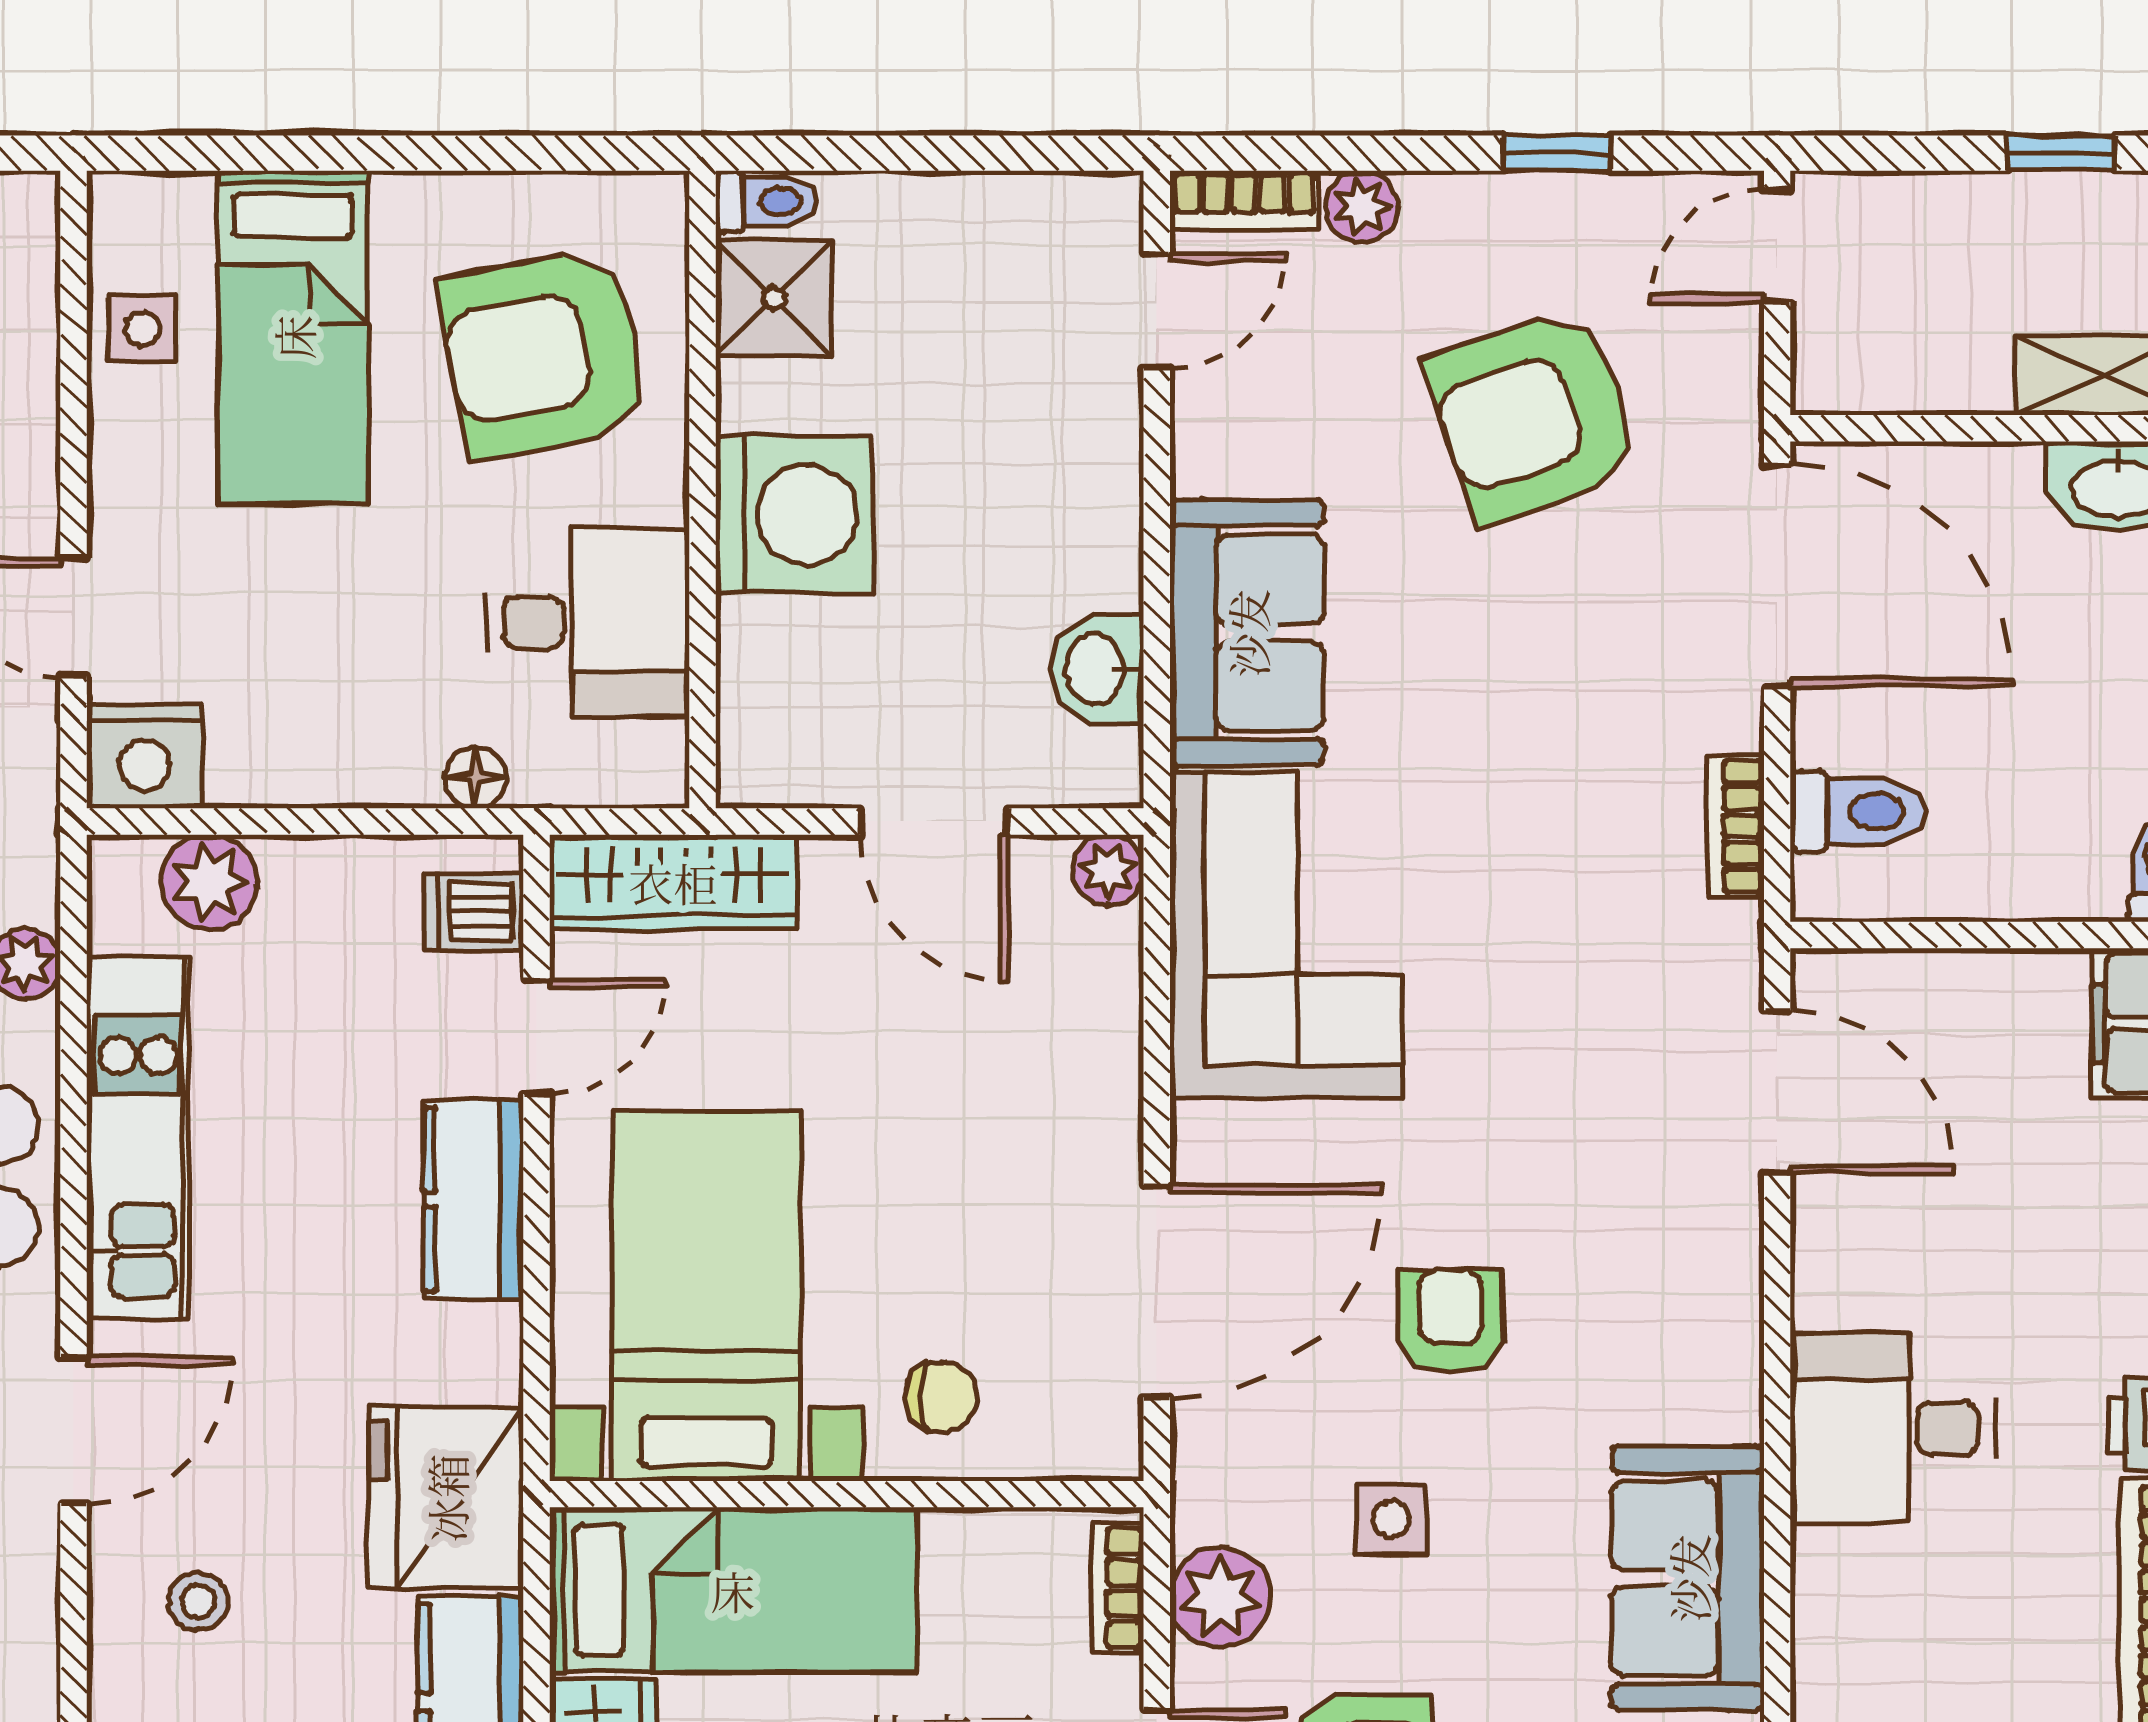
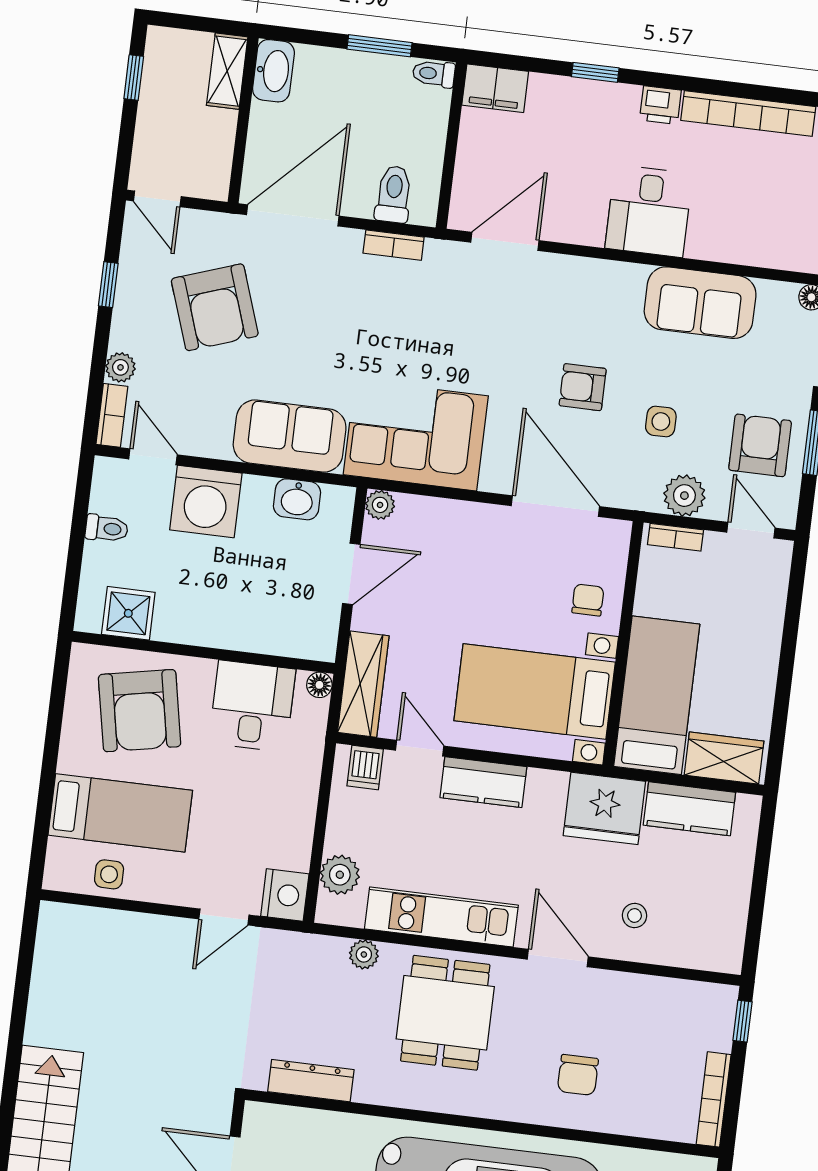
toilet: (766, 202) -> (107, 528), moved, turned 90
washing machine: (794, 515) -> (206, 501), moved, turned 180
floor lamp: (476, 778) -> (319, 685), moved

